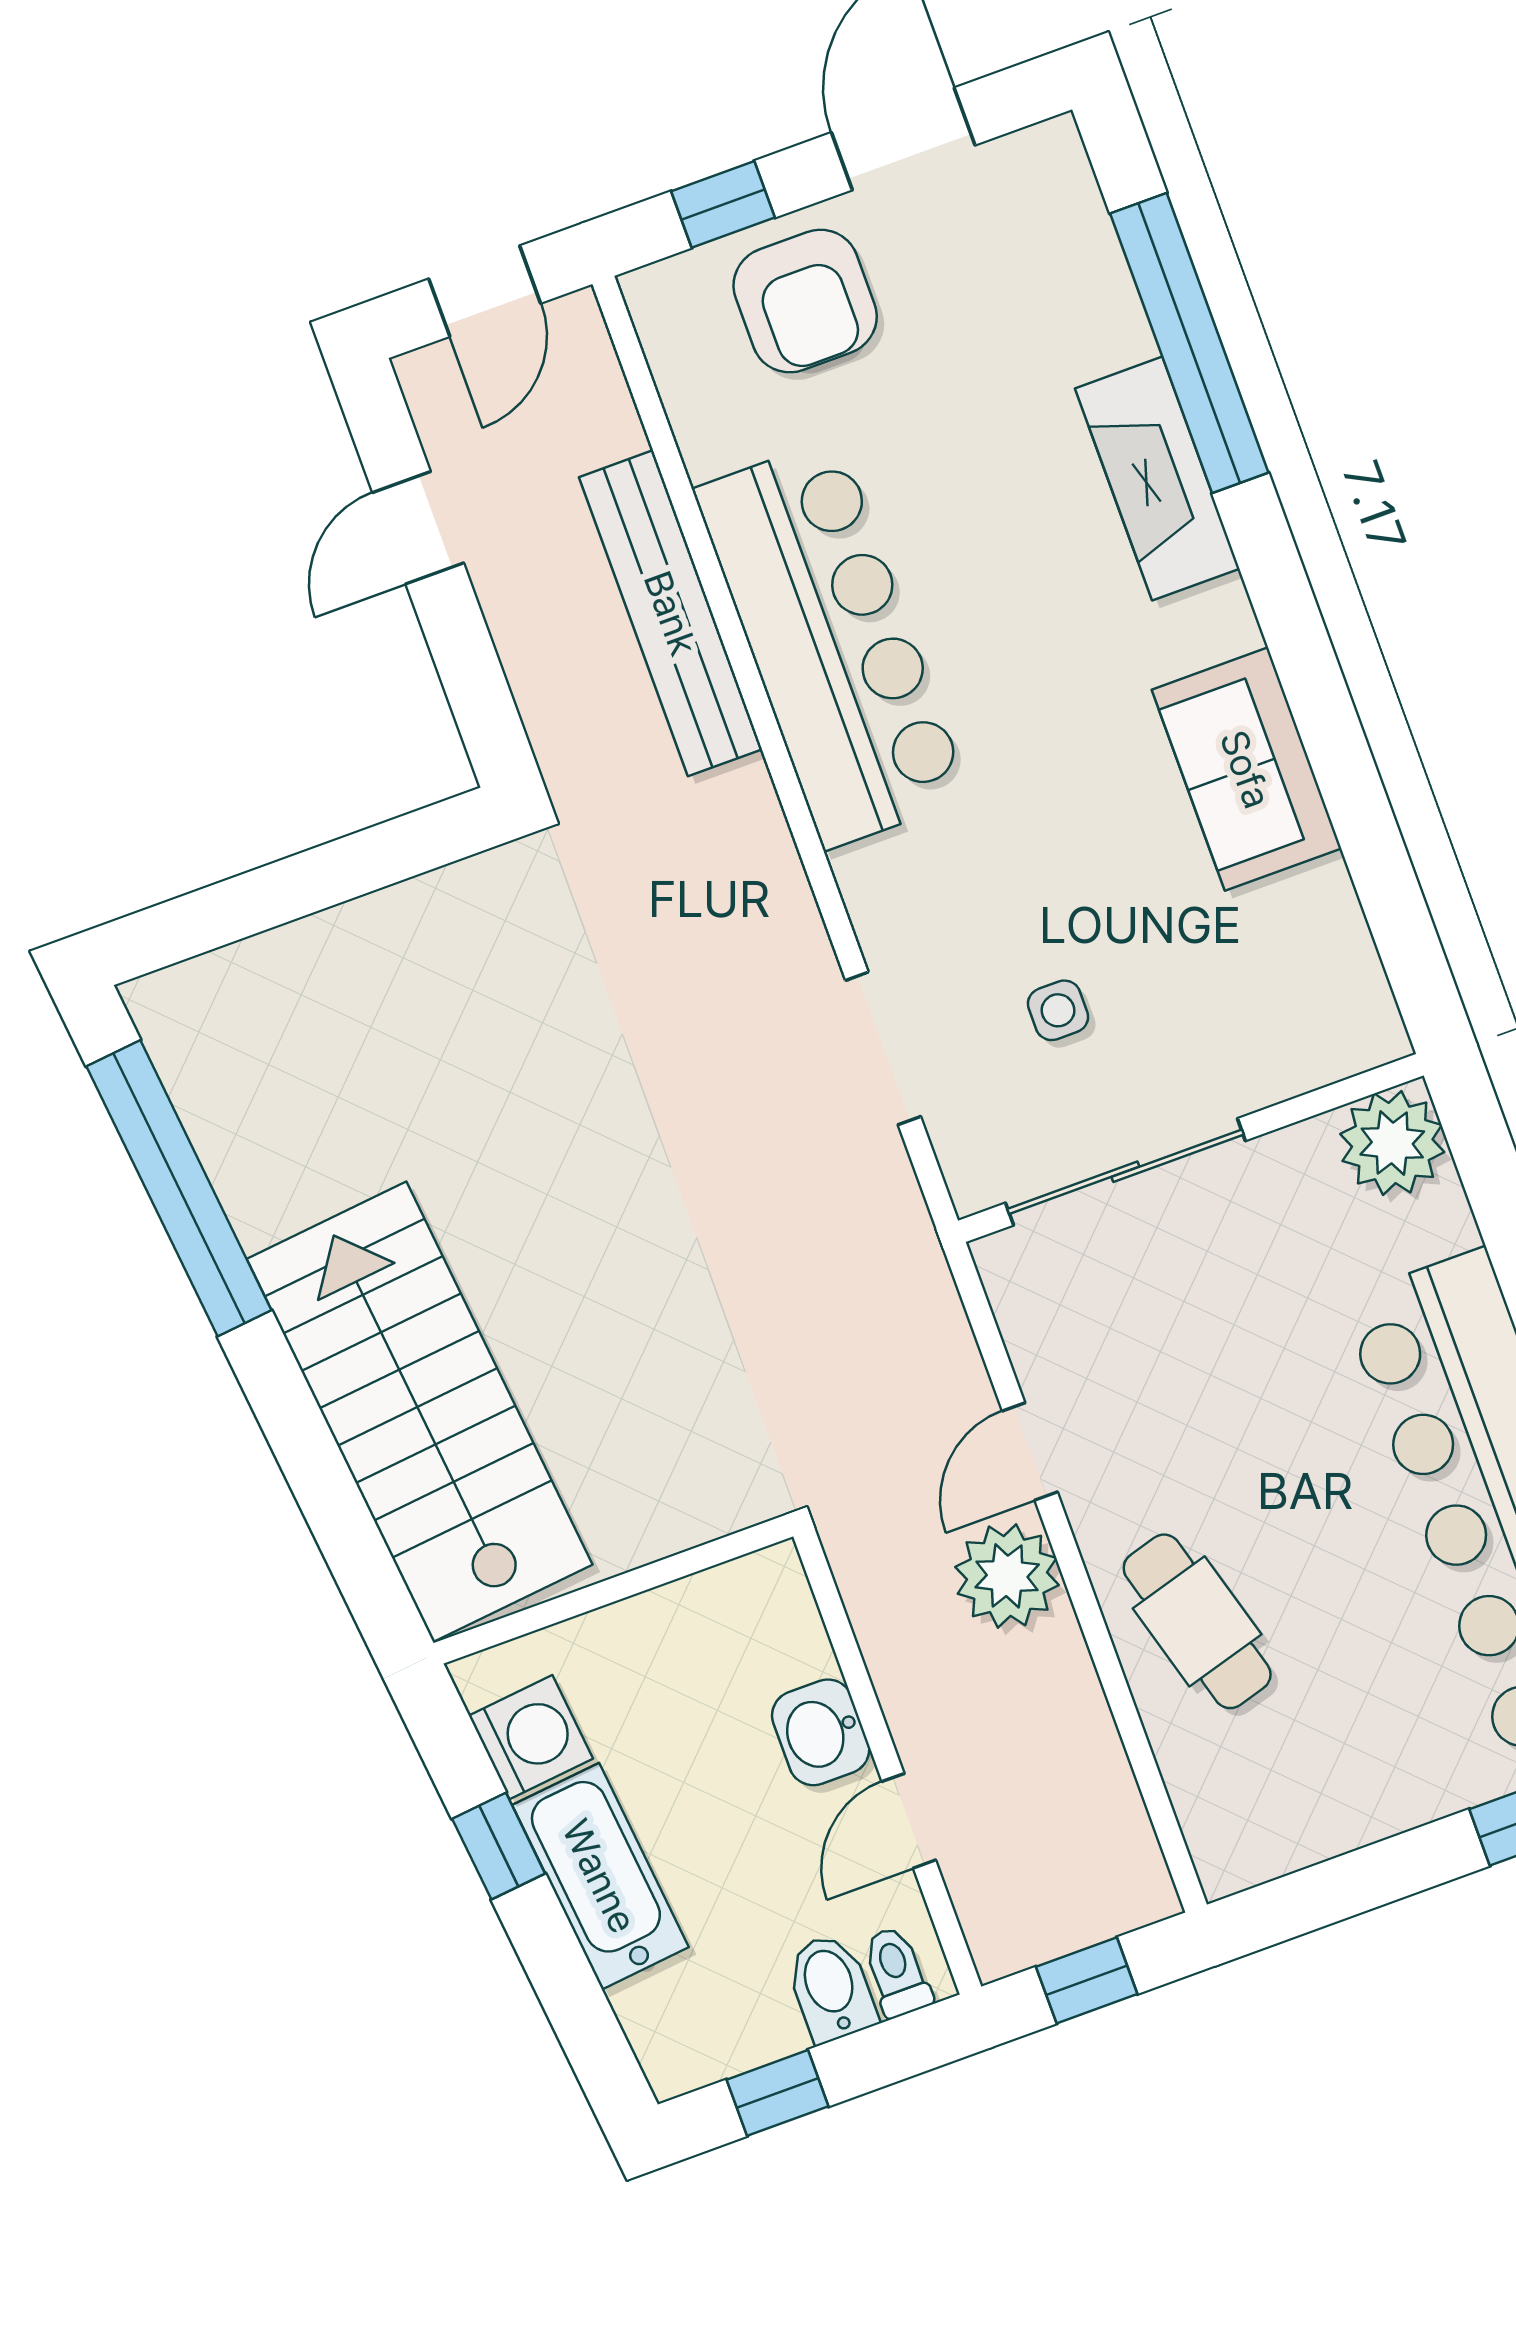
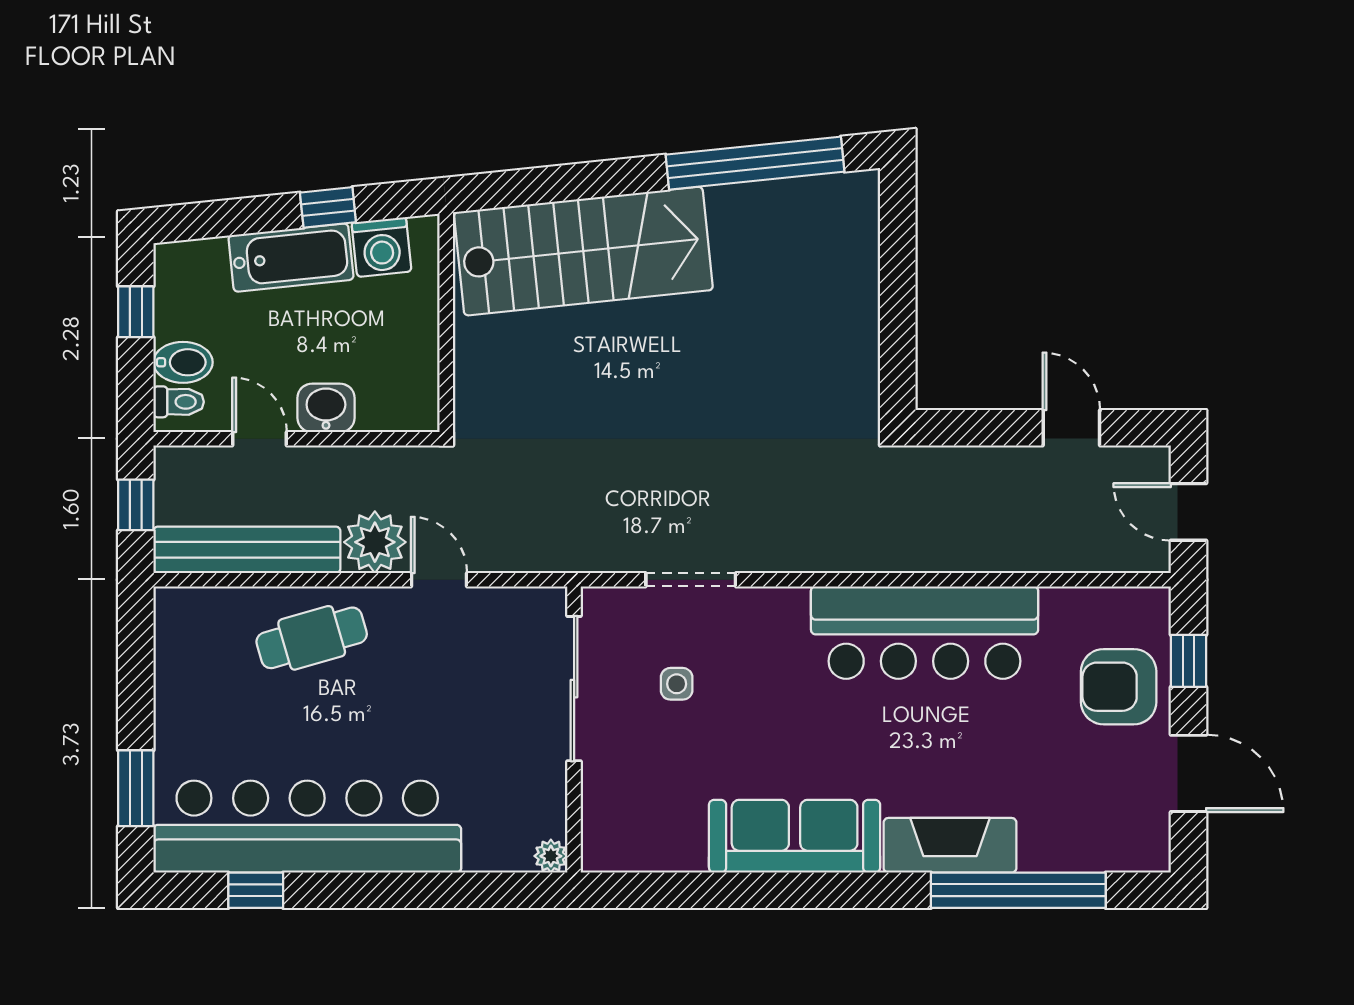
bench: (671, 613) -> (247, 550), moved
sofa: (1246, 769) -> (795, 836), width x1.36
plant: (1392, 1143) -> (551, 856), width x0.53, depth x0.53

